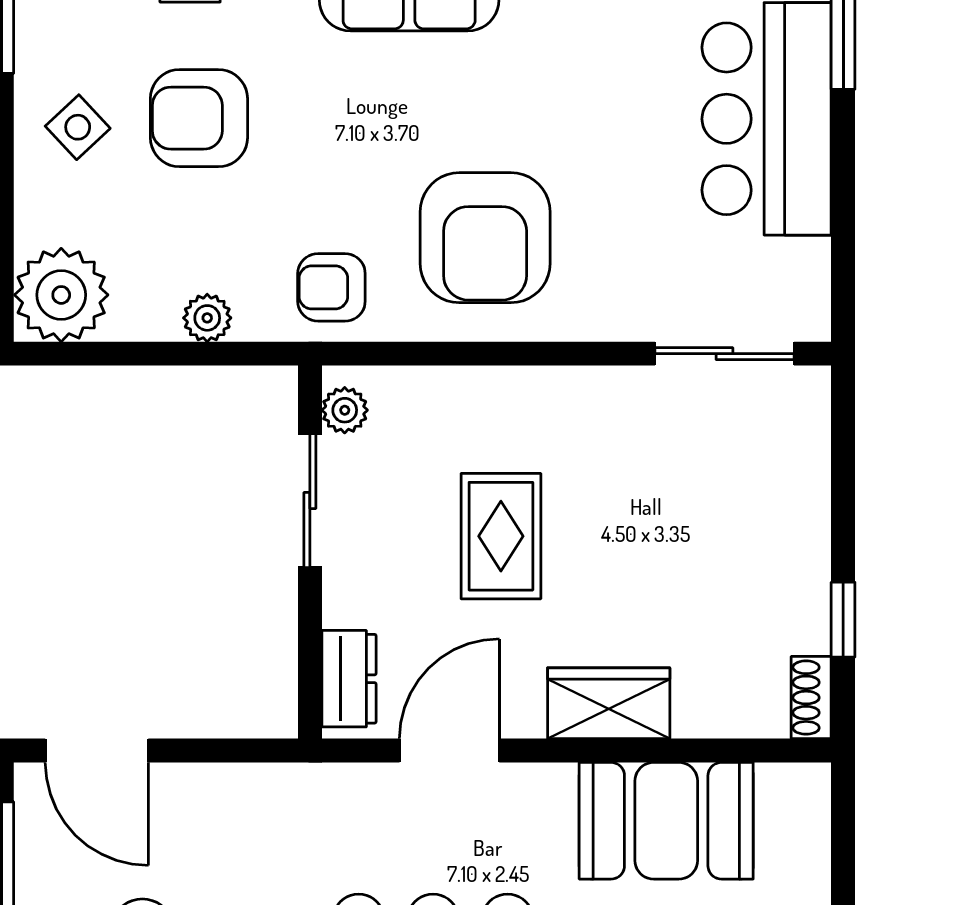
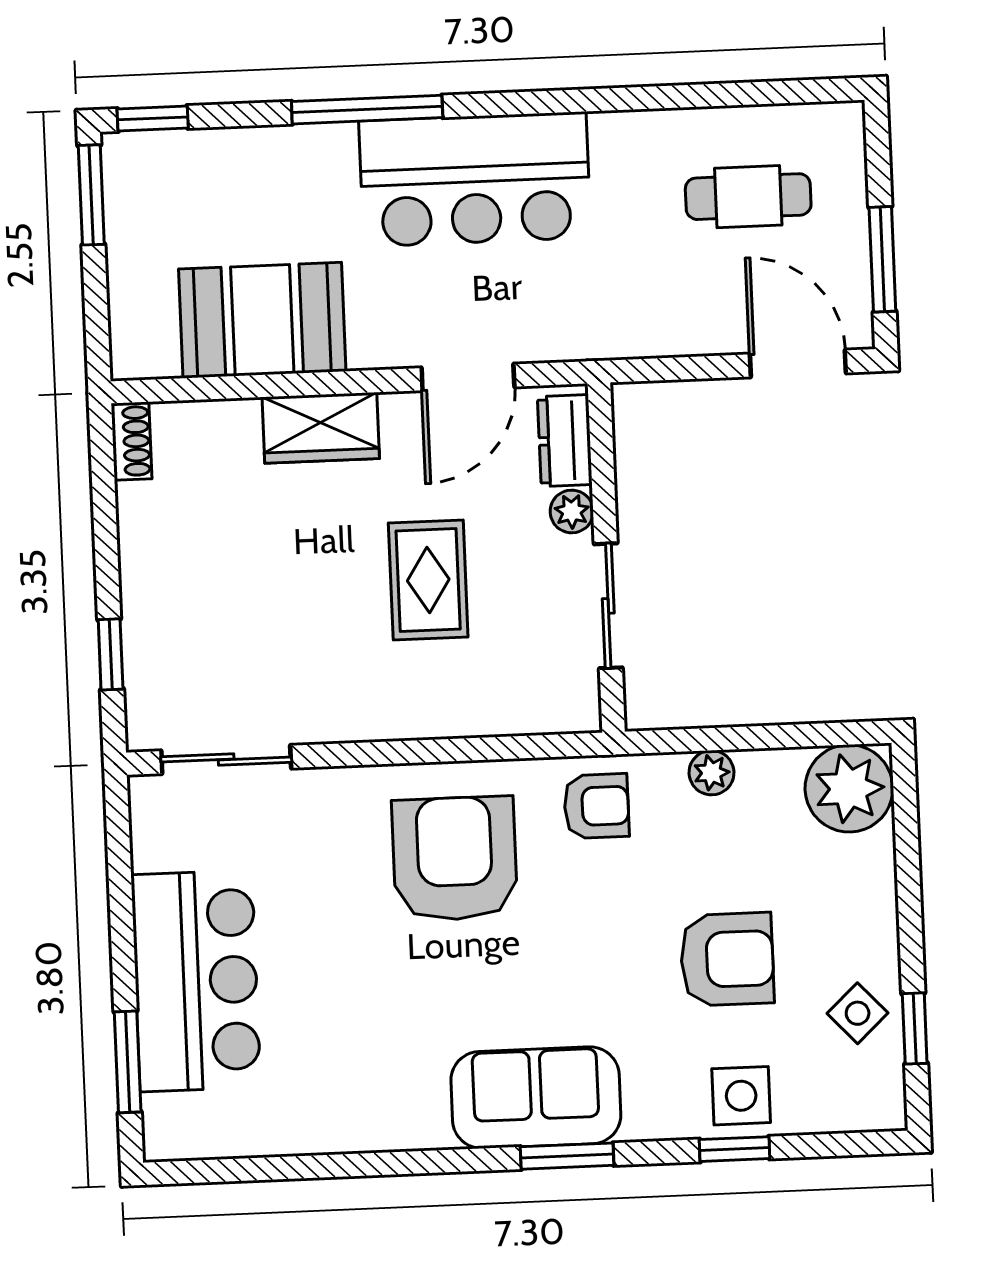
side table: (78, 127) -> (858, 1013), moved
plant: (345, 410) -> (572, 511), moved
window: (843, 620) -> (111, 654), moved

